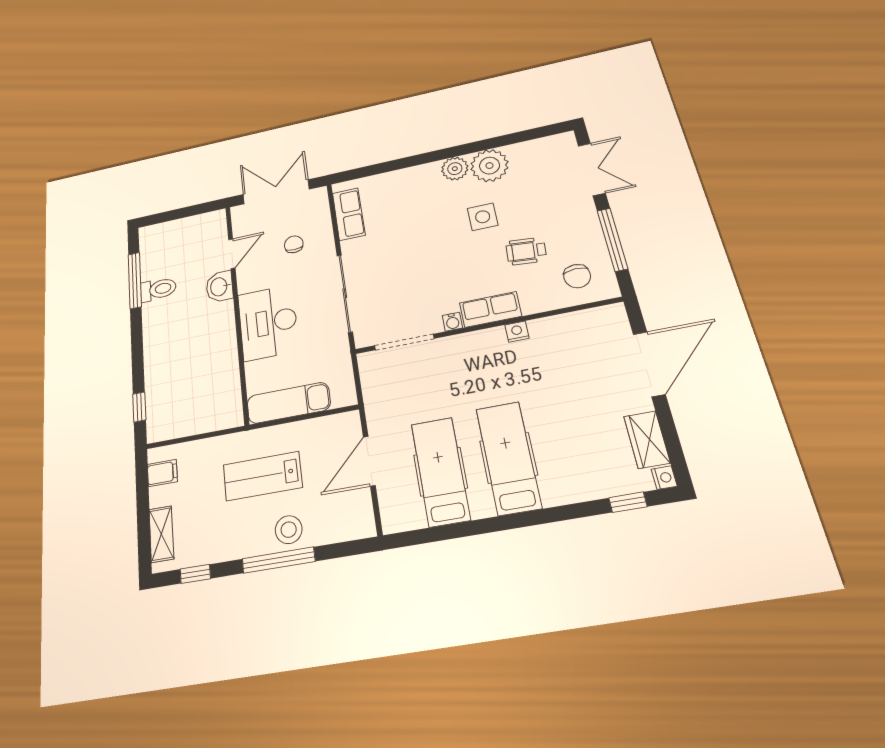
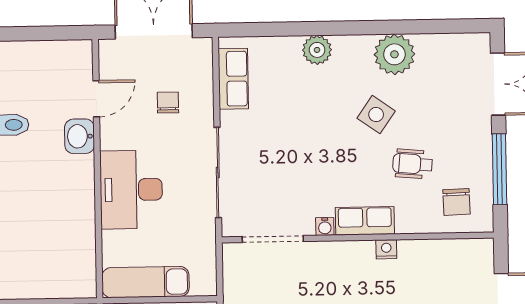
plant: (455, 169) -> (317, 50), moved
side table: (483, 217) -> (376, 115), turned 35

